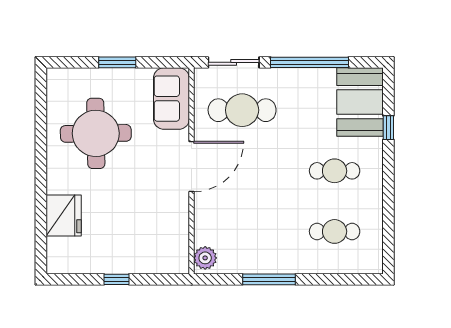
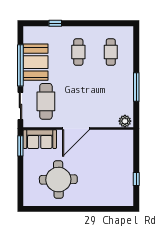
window: (117, 62) -> (20, 146), moved
booth: (360, 102) -> (36, 62), moved, turned 90
door: (191, 167) -> (76, 128), swing flipped
fridge: (64, 216) -> (102, 197), removed
window: (117, 279) -> (136, 179), moved

